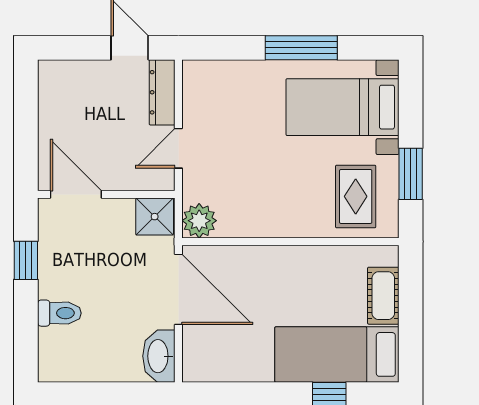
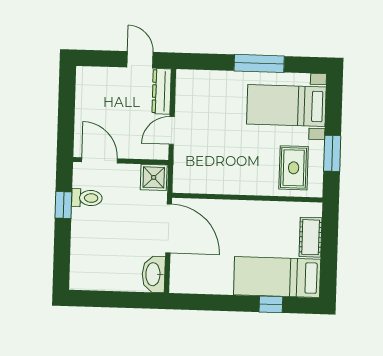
plant: (199, 221) -> (185, 181), removed
toilet: (59, 313) -> (87, 198), moved

